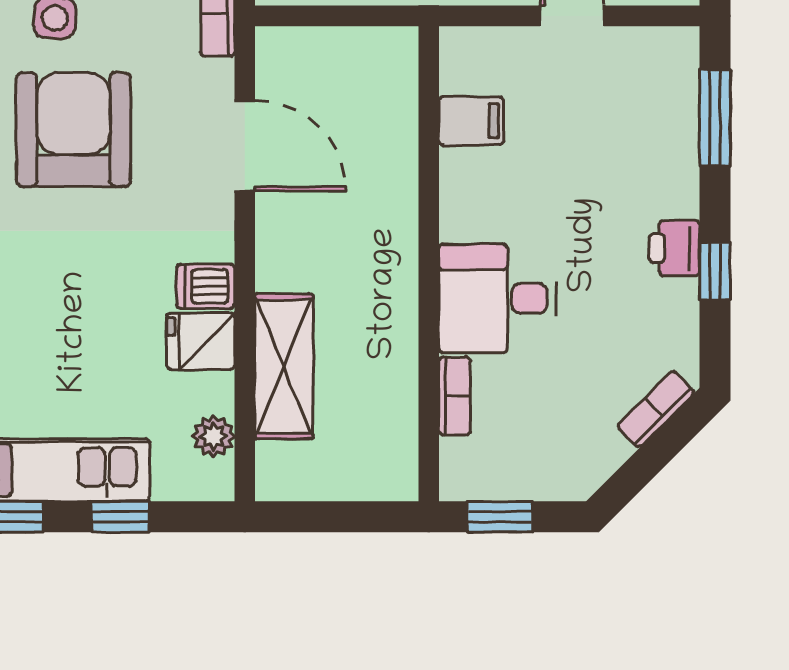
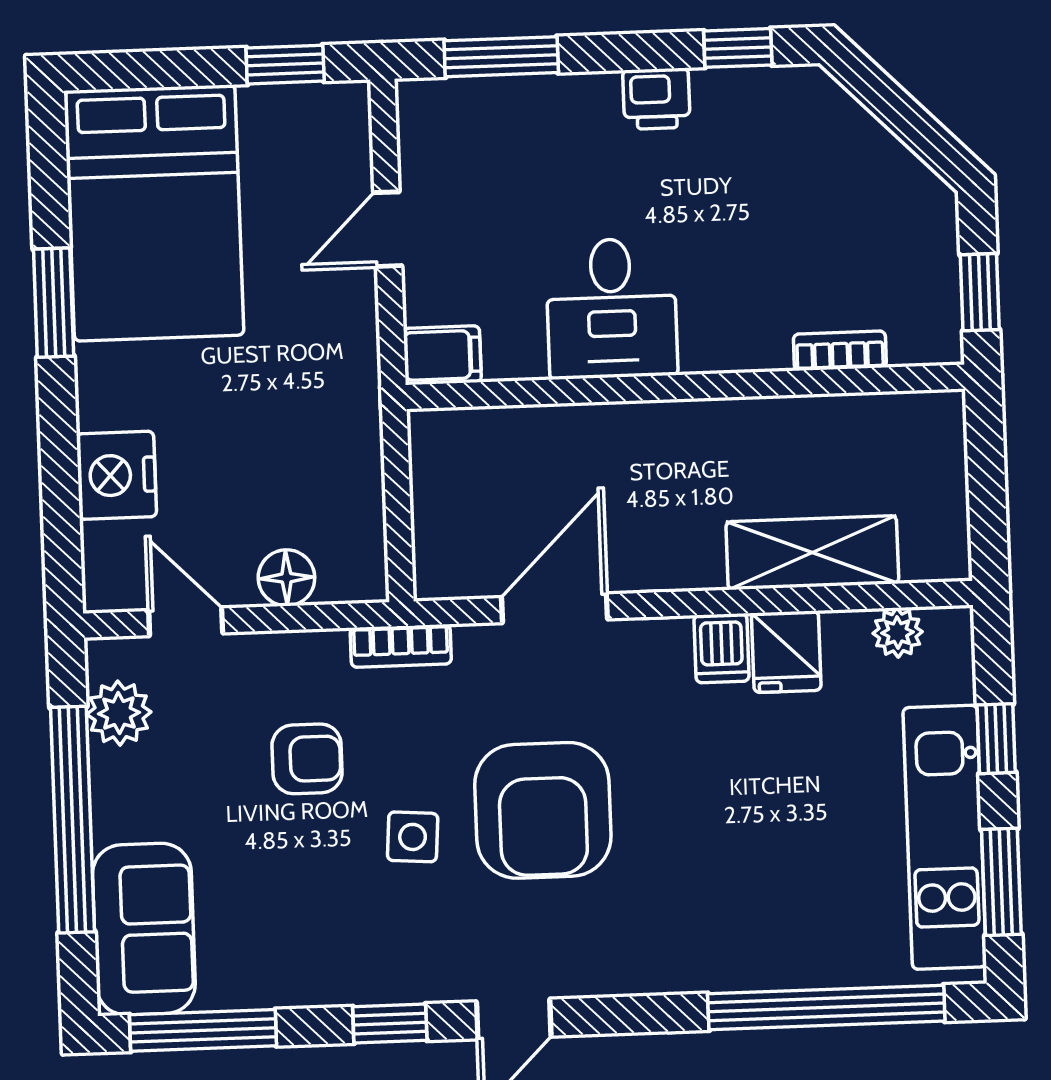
filing cabinet: (471, 121) -> (442, 355), moved, turned 90
armchair: (73, 130) -> (543, 810), turned -90
window: (715, 271) -> (738, 48), moved
desk: (498, 299) -> (612, 308), moved
bookcase: (656, 409) -> (847, 114), removed

